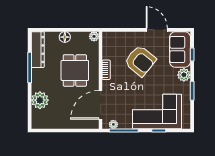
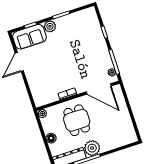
armchair: (140, 61) -> (50, 67), removed
dining table: (75, 70) -> (77, 120), turned 90
plant: (40, 100) -> (92, 148), moved
corner sofa: (157, 111) -> (89, 39), removed

